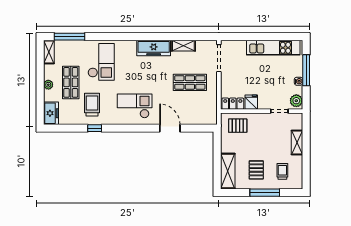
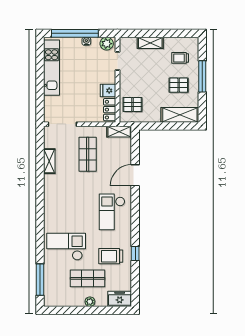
freezer: (154, 48) -> (52, 192), removed
shelving: (49, 52) -> (119, 132), moved
window: (306, 70) -> (75, 33), width x1.46
pallet: (238, 126) -> (132, 104), turned 90

